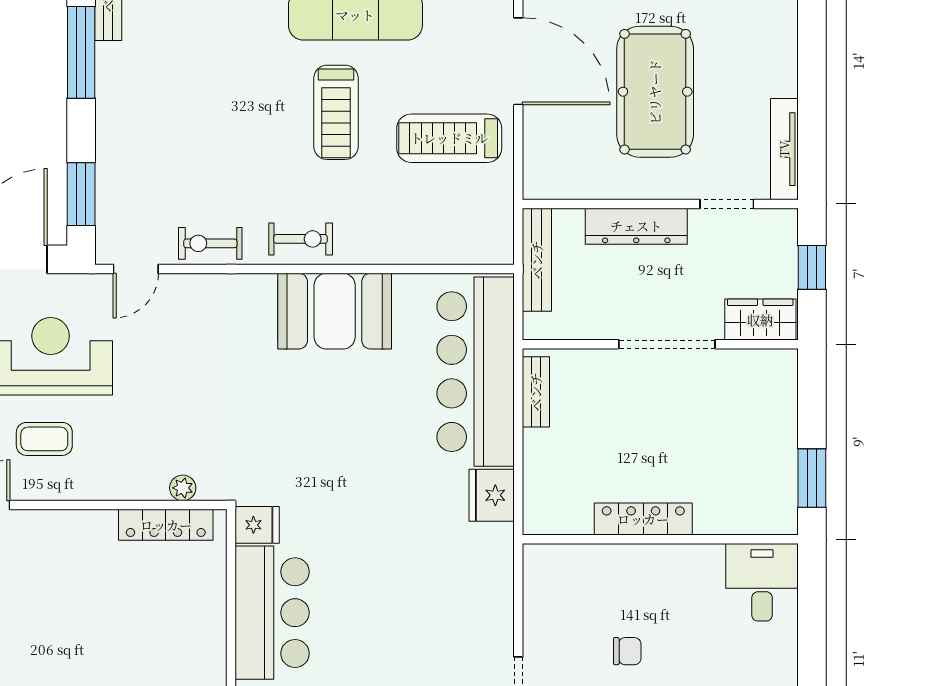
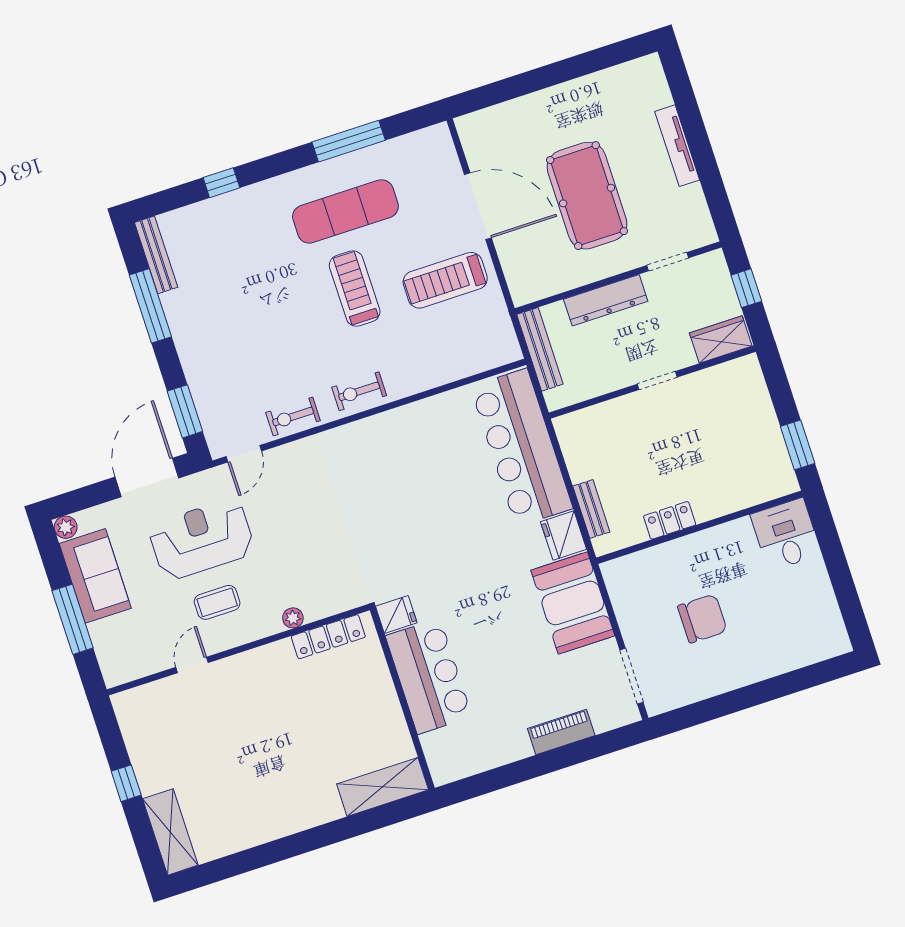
treadmill: (336, 112) -> (355, 289), turned 180
tv unit: (784, 149) -> (677, 146), moved
exercise bike: (301, 239) -> (359, 391), turned 180
booth: (335, 311) -> (573, 603), moved, turned 90
doorway: (667, 344) -> (657, 381), width x0.53
bench: (536, 392) -> (591, 509), moved
plant: (183, 488) -> (293, 618), moved
locker: (643, 519) -> (670, 520), width x0.66
chair: (627, 651) -> (702, 619), width x1.87, depth x1.87

